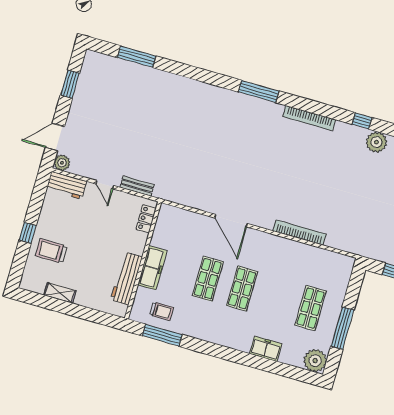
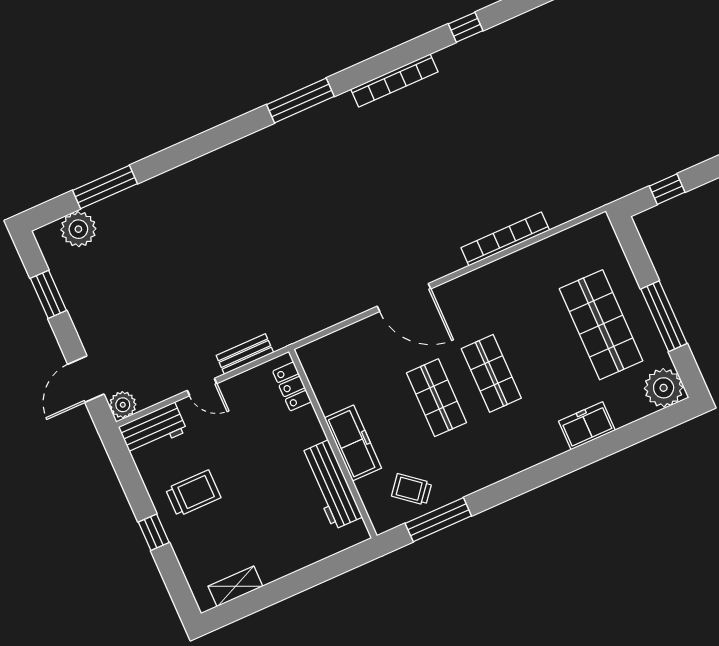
plant: (376, 142) -> (78, 229), moved
trolley: (51, 251) -> (193, 493), moved, turned 180
shelving: (60, 293) -> (235, 586), moved
shop shelf: (311, 308) -> (601, 325), width x1.43, depth x1.36
trolley: (162, 311) -> (412, 489), turned -141

